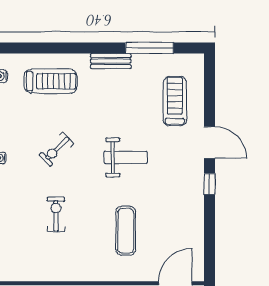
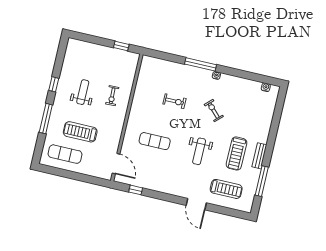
treadmill: (51, 81) -> (236, 153), moved
door: (209, 143) -> (196, 204), hinge flipped
window: (209, 184) -> (136, 190), moved

